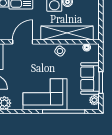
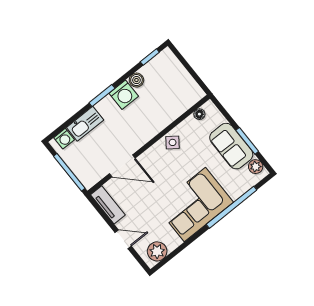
shelving: (67, 33) -> (164, 116), removed
door: (23, 42) -> (122, 166), swing flipped

